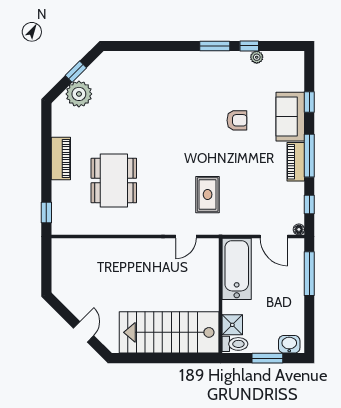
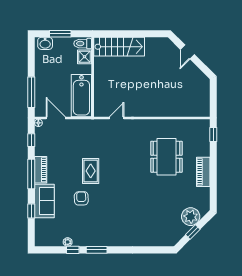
armchair: (237, 120) -> (81, 198), turned 88
rug: (208, 195) -> (91, 171), moved
stairs: (169, 332) -> (119, 47), width x0.73, depth x0.66

